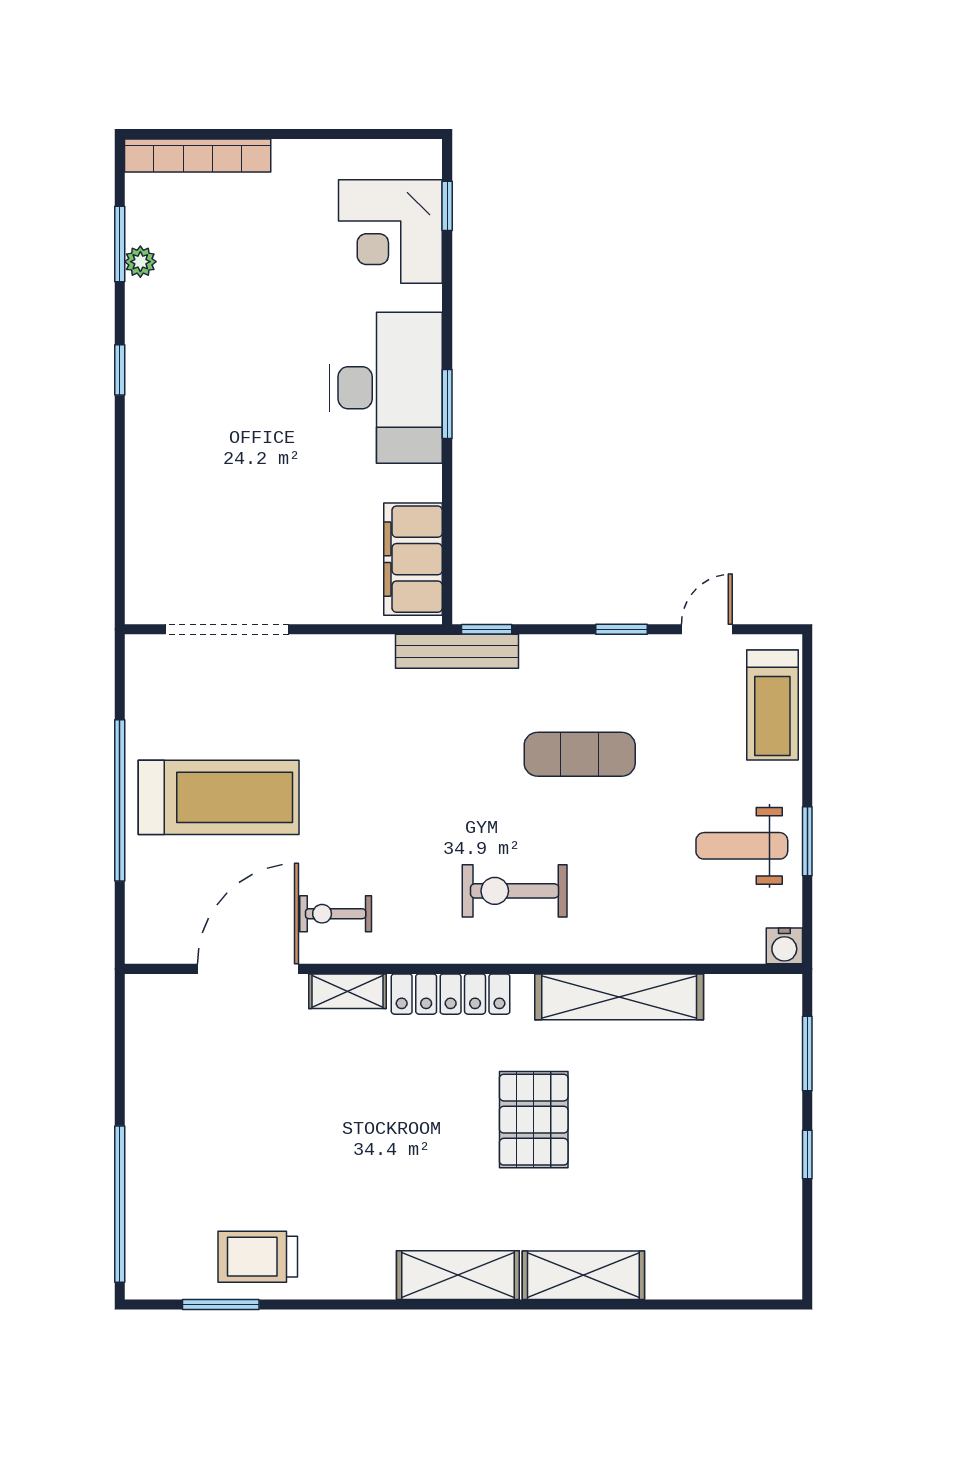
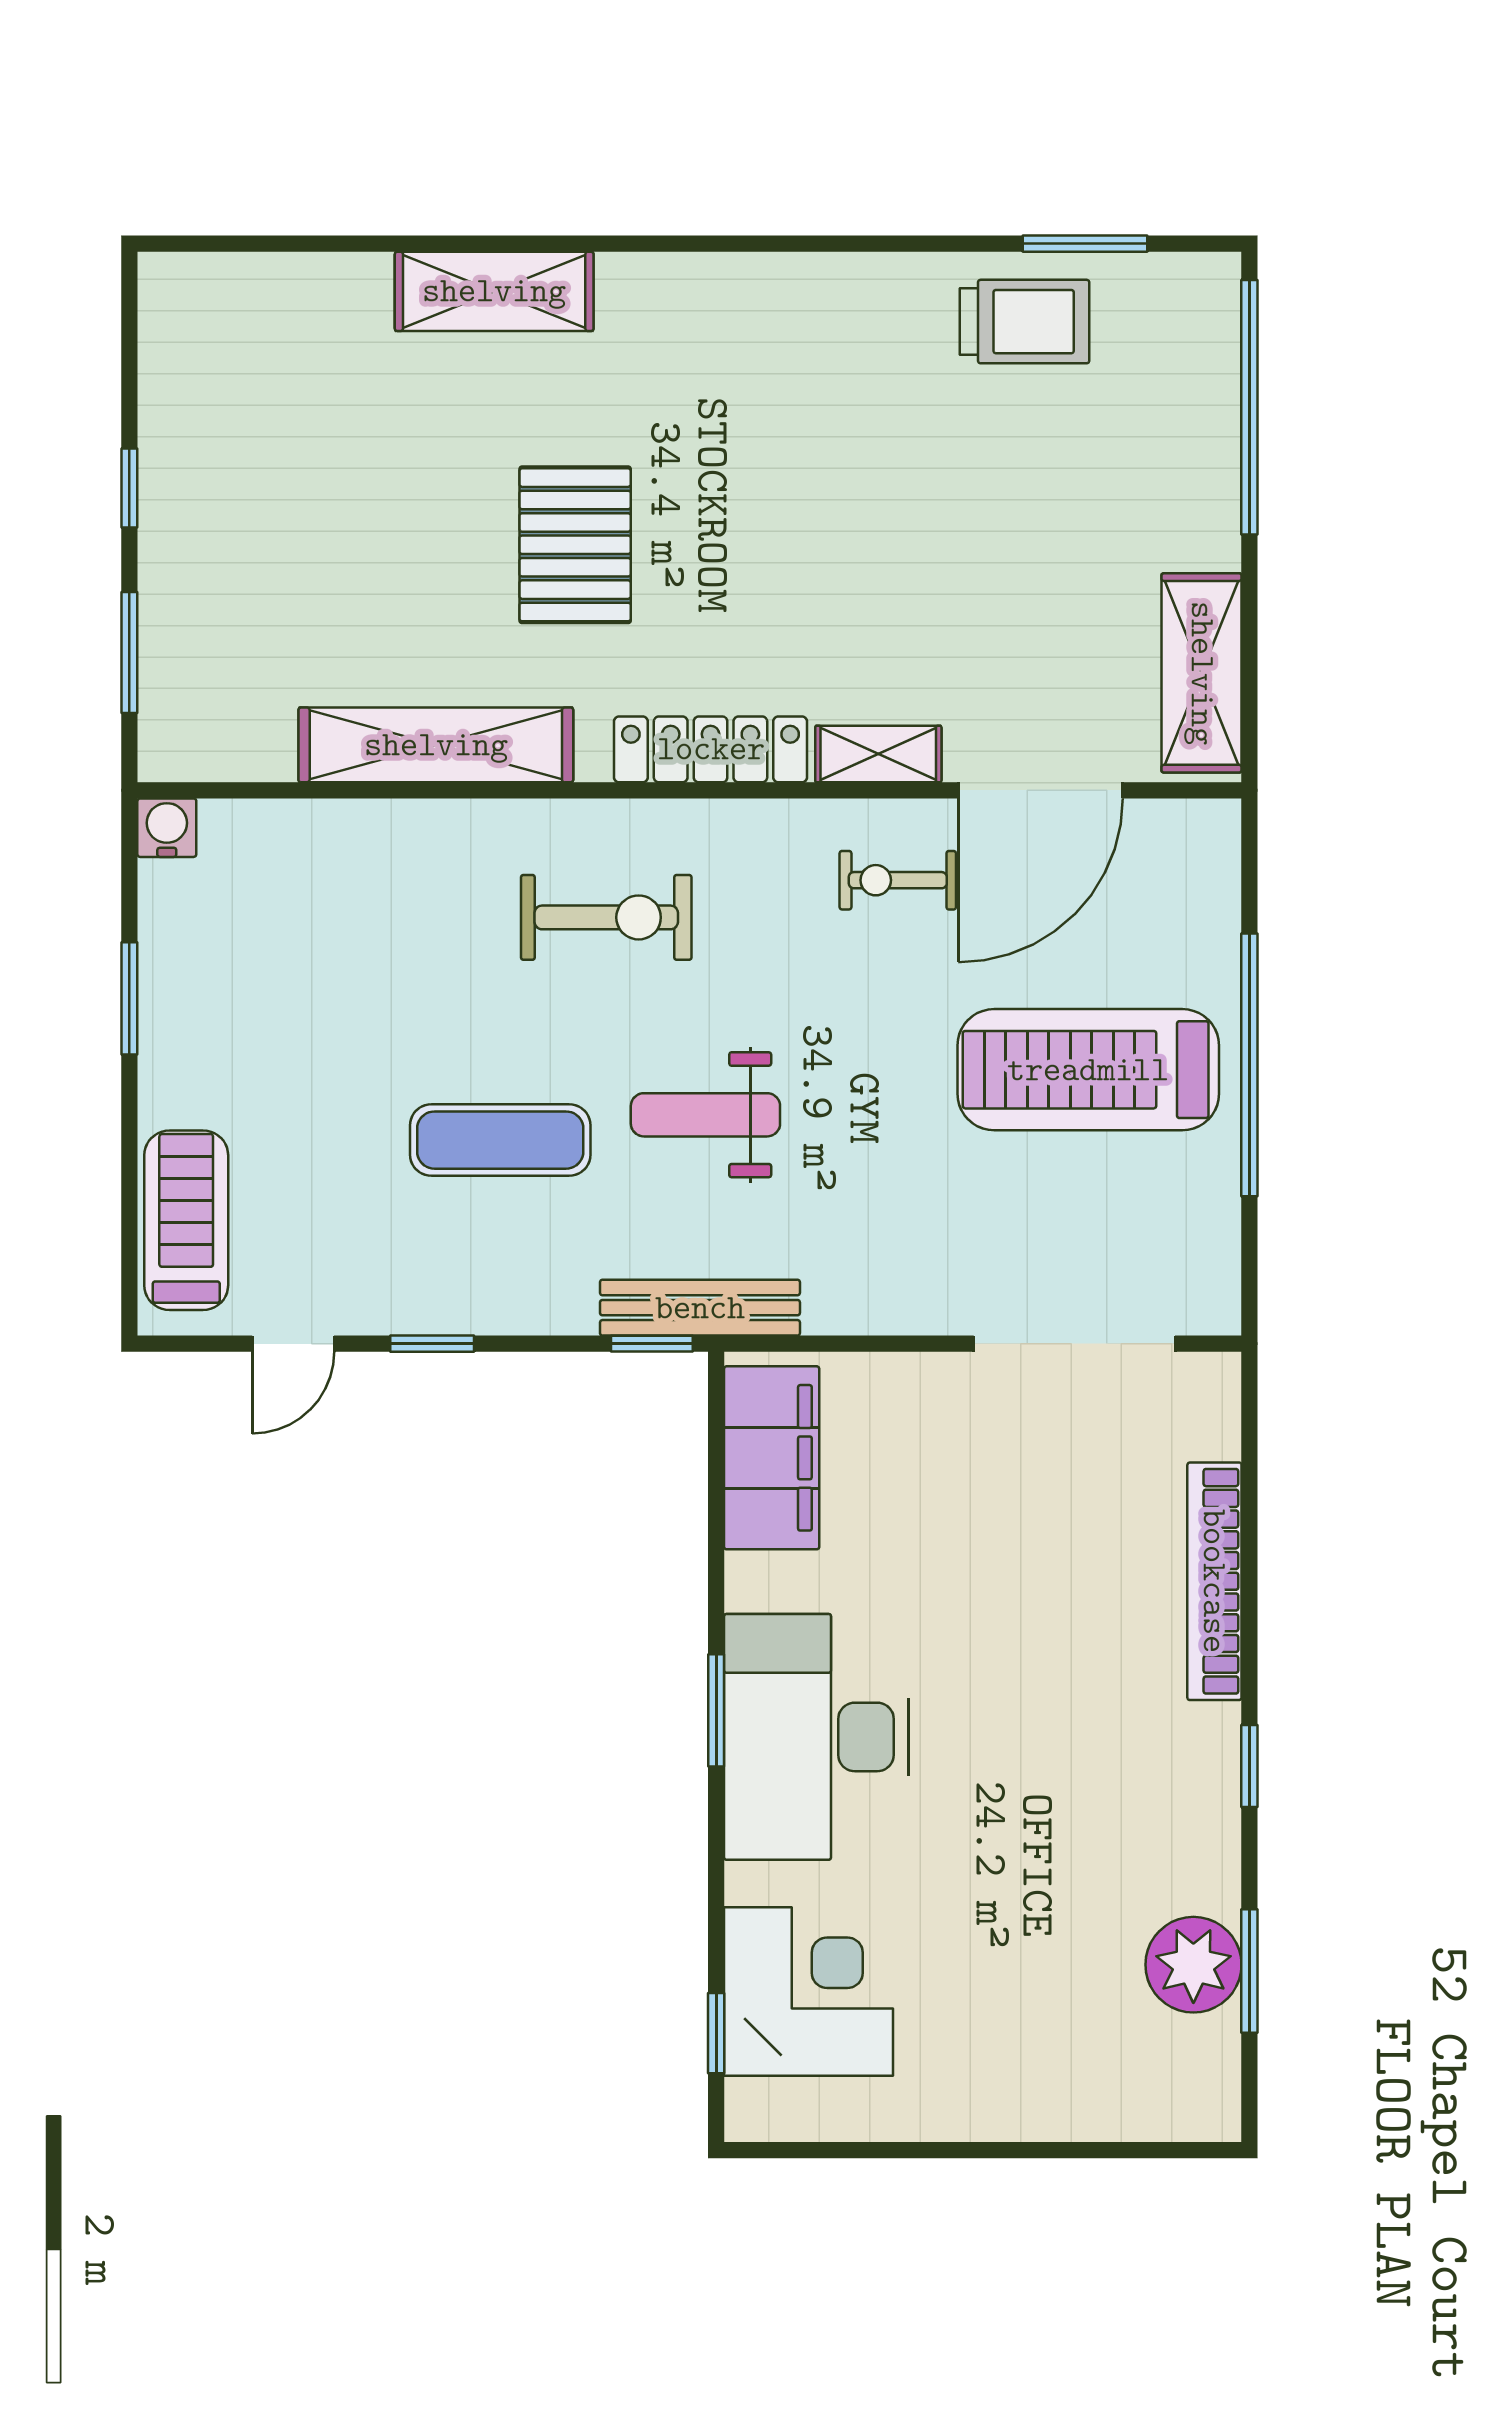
bookcase: (198, 155) -> (1214, 1581), moved, turned -90
plant: (140, 262) -> (1193, 1965), width x1.88, depth x1.88
weight bench: (742, 846) -> (705, 1115), moved, turned 180
exercise bike: (336, 914) -> (898, 880), turned 180
shelving: (458, 1275) -> (1202, 673), moved, turned 90

